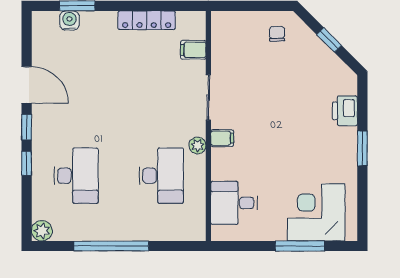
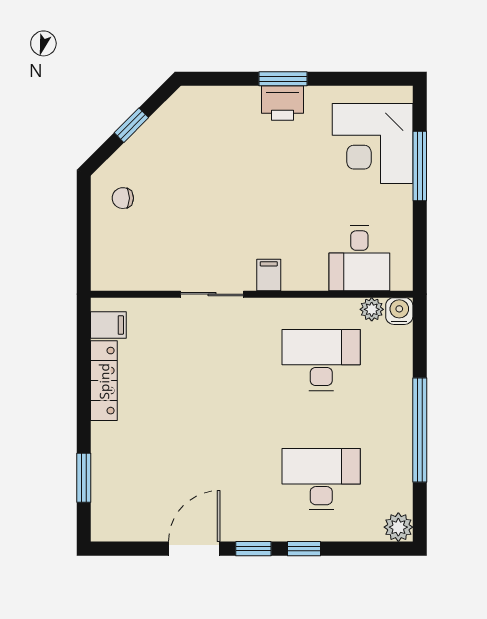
water cooler: (69, 20) -> (399, 311), moved, turned 90
filing cabinet: (193, 50) -> (108, 325), moved, turned -90
printer: (345, 111) -> (282, 103), moved
plant: (198, 145) -> (372, 309), moved

